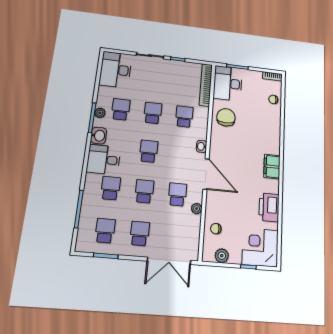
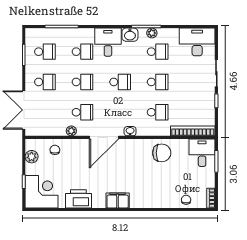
desk: (228, 83) -> (202, 153), width x0.73

